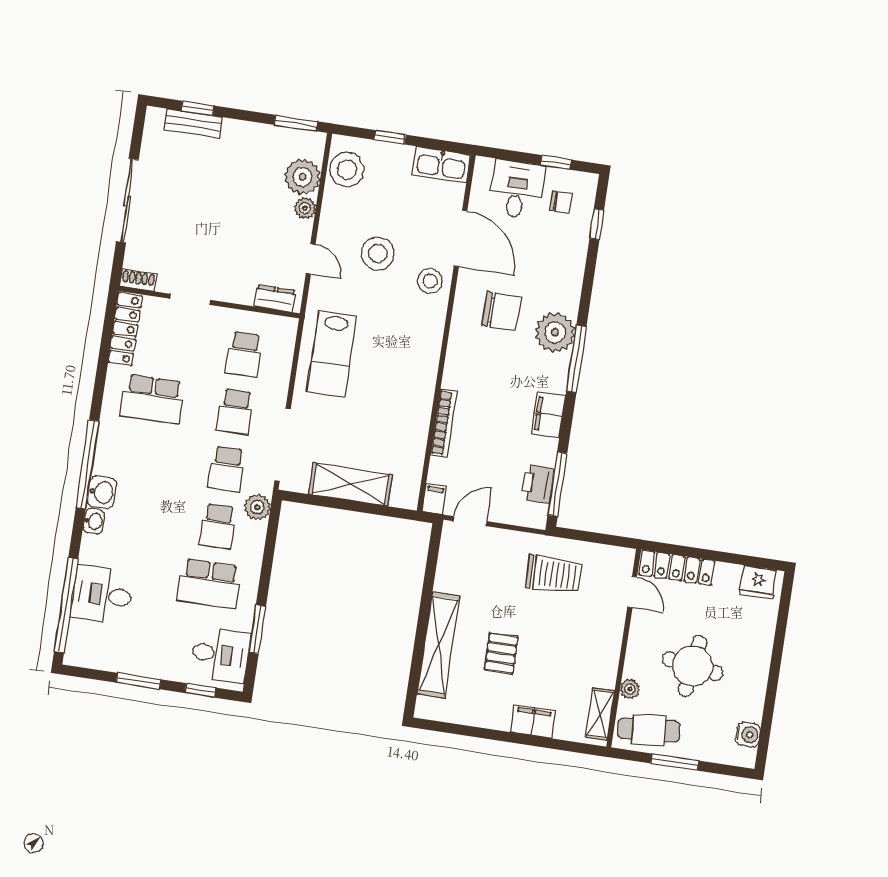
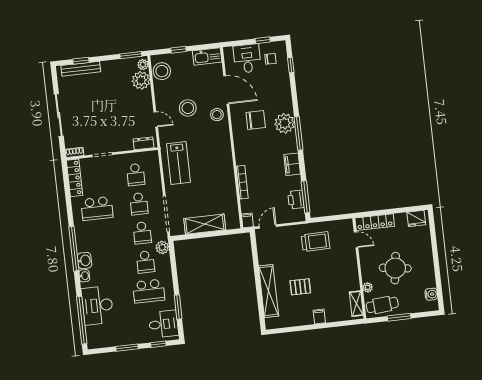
bench: (193, 123) -> (81, 69), width x1.36
plant: (305, 208) -> (143, 65), moved
desk: (102, 595) -> (97, 305), width x1.37
pallet: (501, 653) -> (300, 287), turned 90
filing cabinet: (533, 721) -> (319, 316), width x0.50

